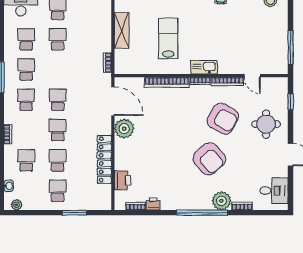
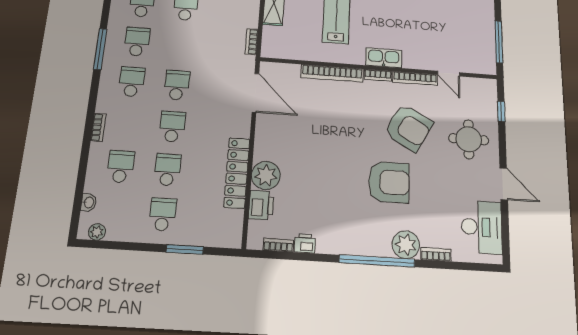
plant: (124, 129) -> (266, 175), moved
armchair: (209, 159) -> (389, 182), turned -49
desk: (274, 191) -> (482, 227), width x1.37

